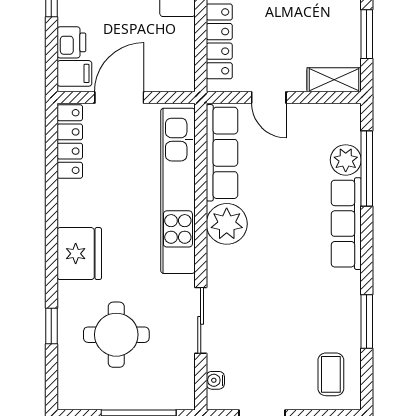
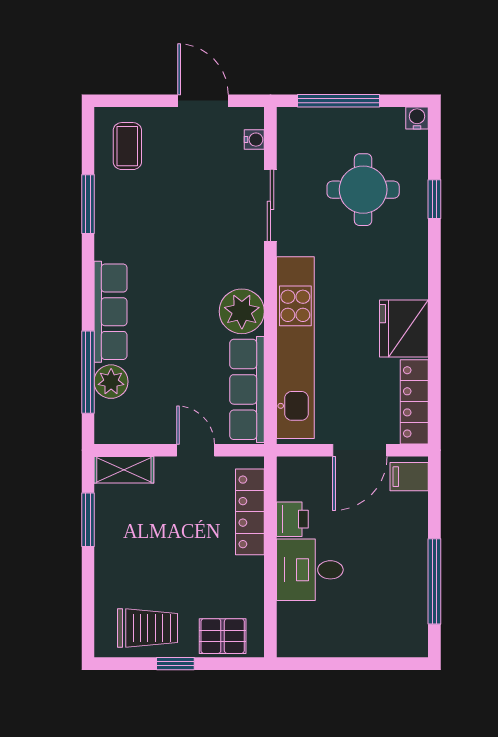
printer: (71, 42) -> (292, 519), moved, turned 180
fridge: (79, 254) -> (404, 329), moved
water cooler: (67, 400) -> (417, 118), added

